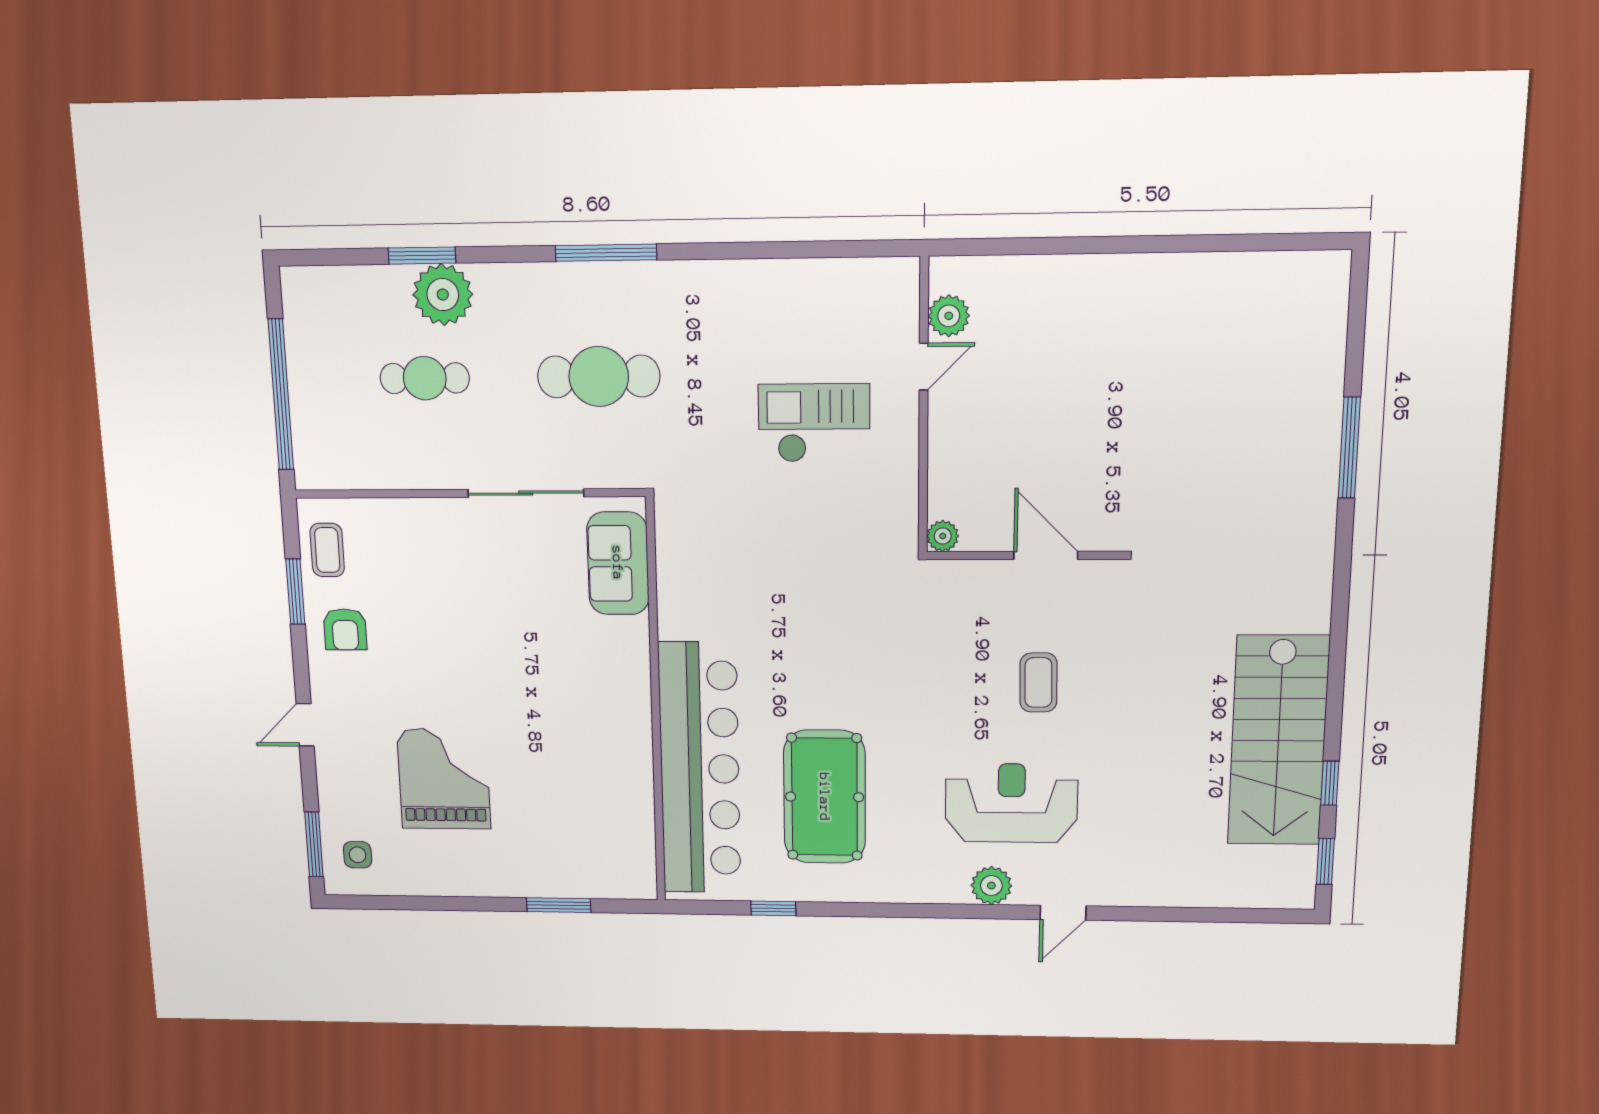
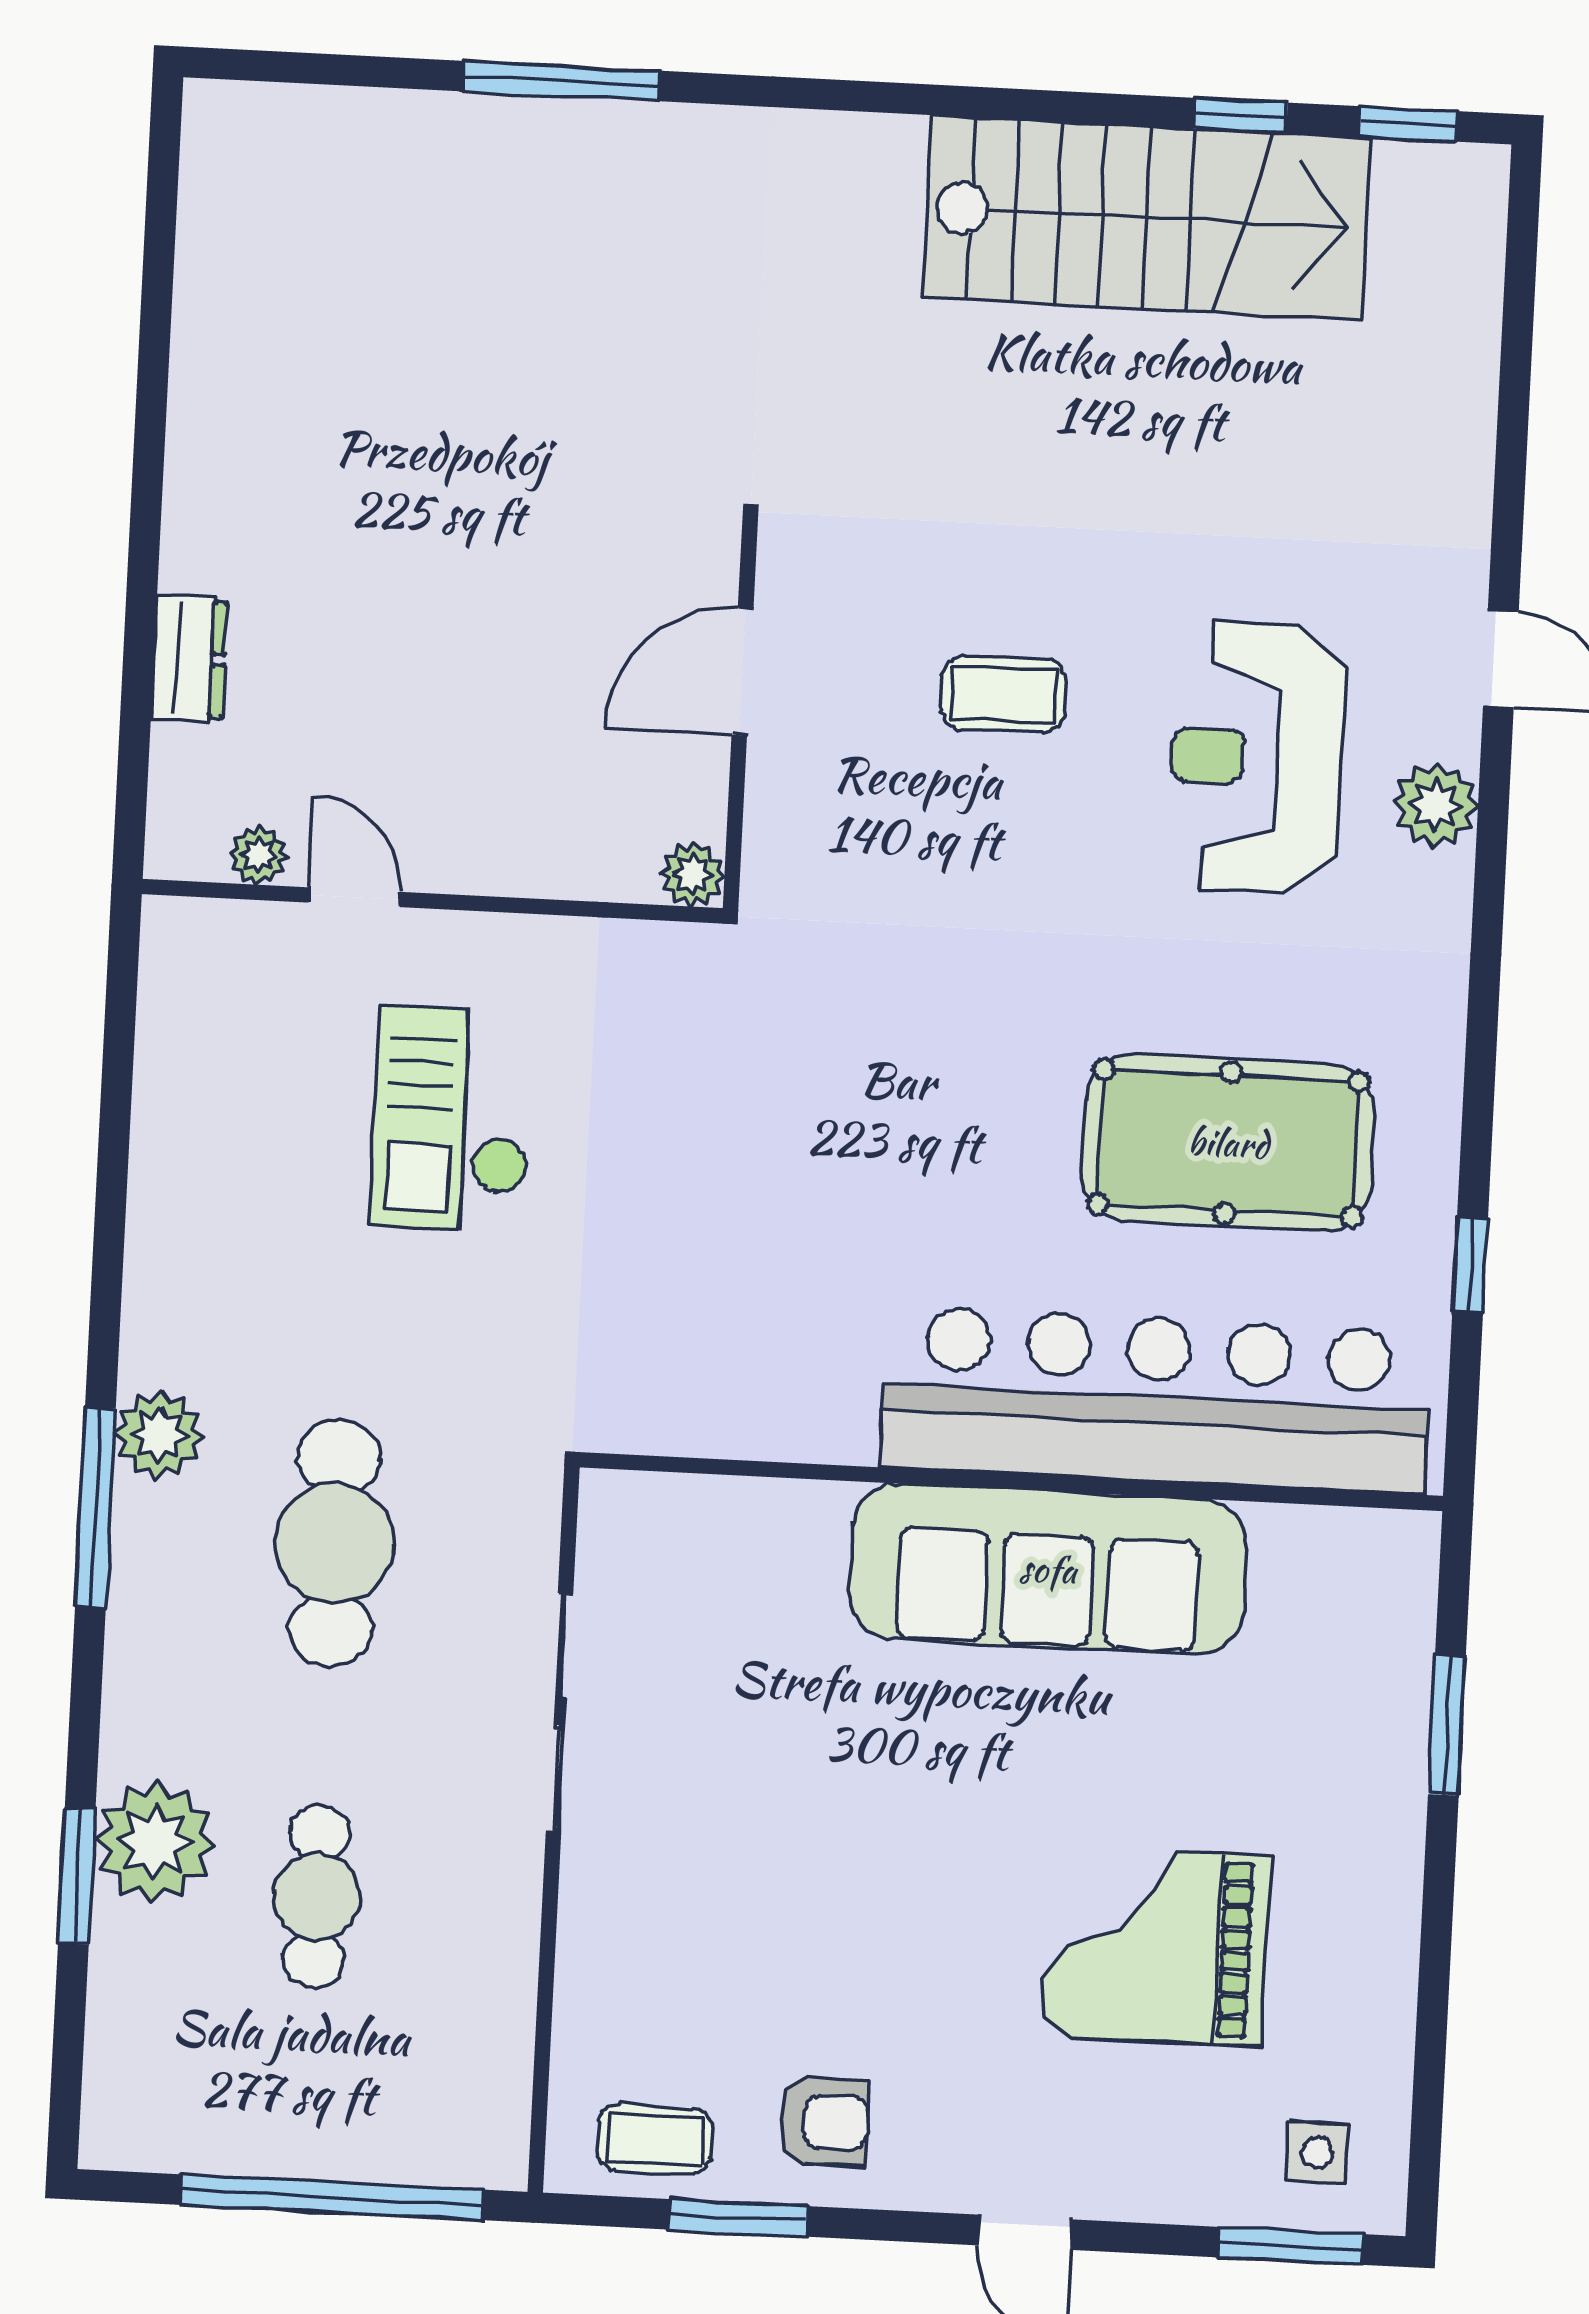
dresser: (1044, 273) -> (189, 658), added
plant: (645, 283) -> (159, 1435), added
plant: (949, 316) -> (259, 855), width x0.73, depth x0.73
sofa: (618, 563) -> (1048, 1569), moved, width x1.85, depth x1.27

